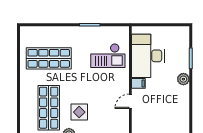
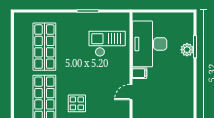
checkout: (108, 56) -> (107, 44), turned 180
shop shelf: (49, 58) -> (44, 47), turned 90
plant: (183, 79) -> (187, 50), moved

